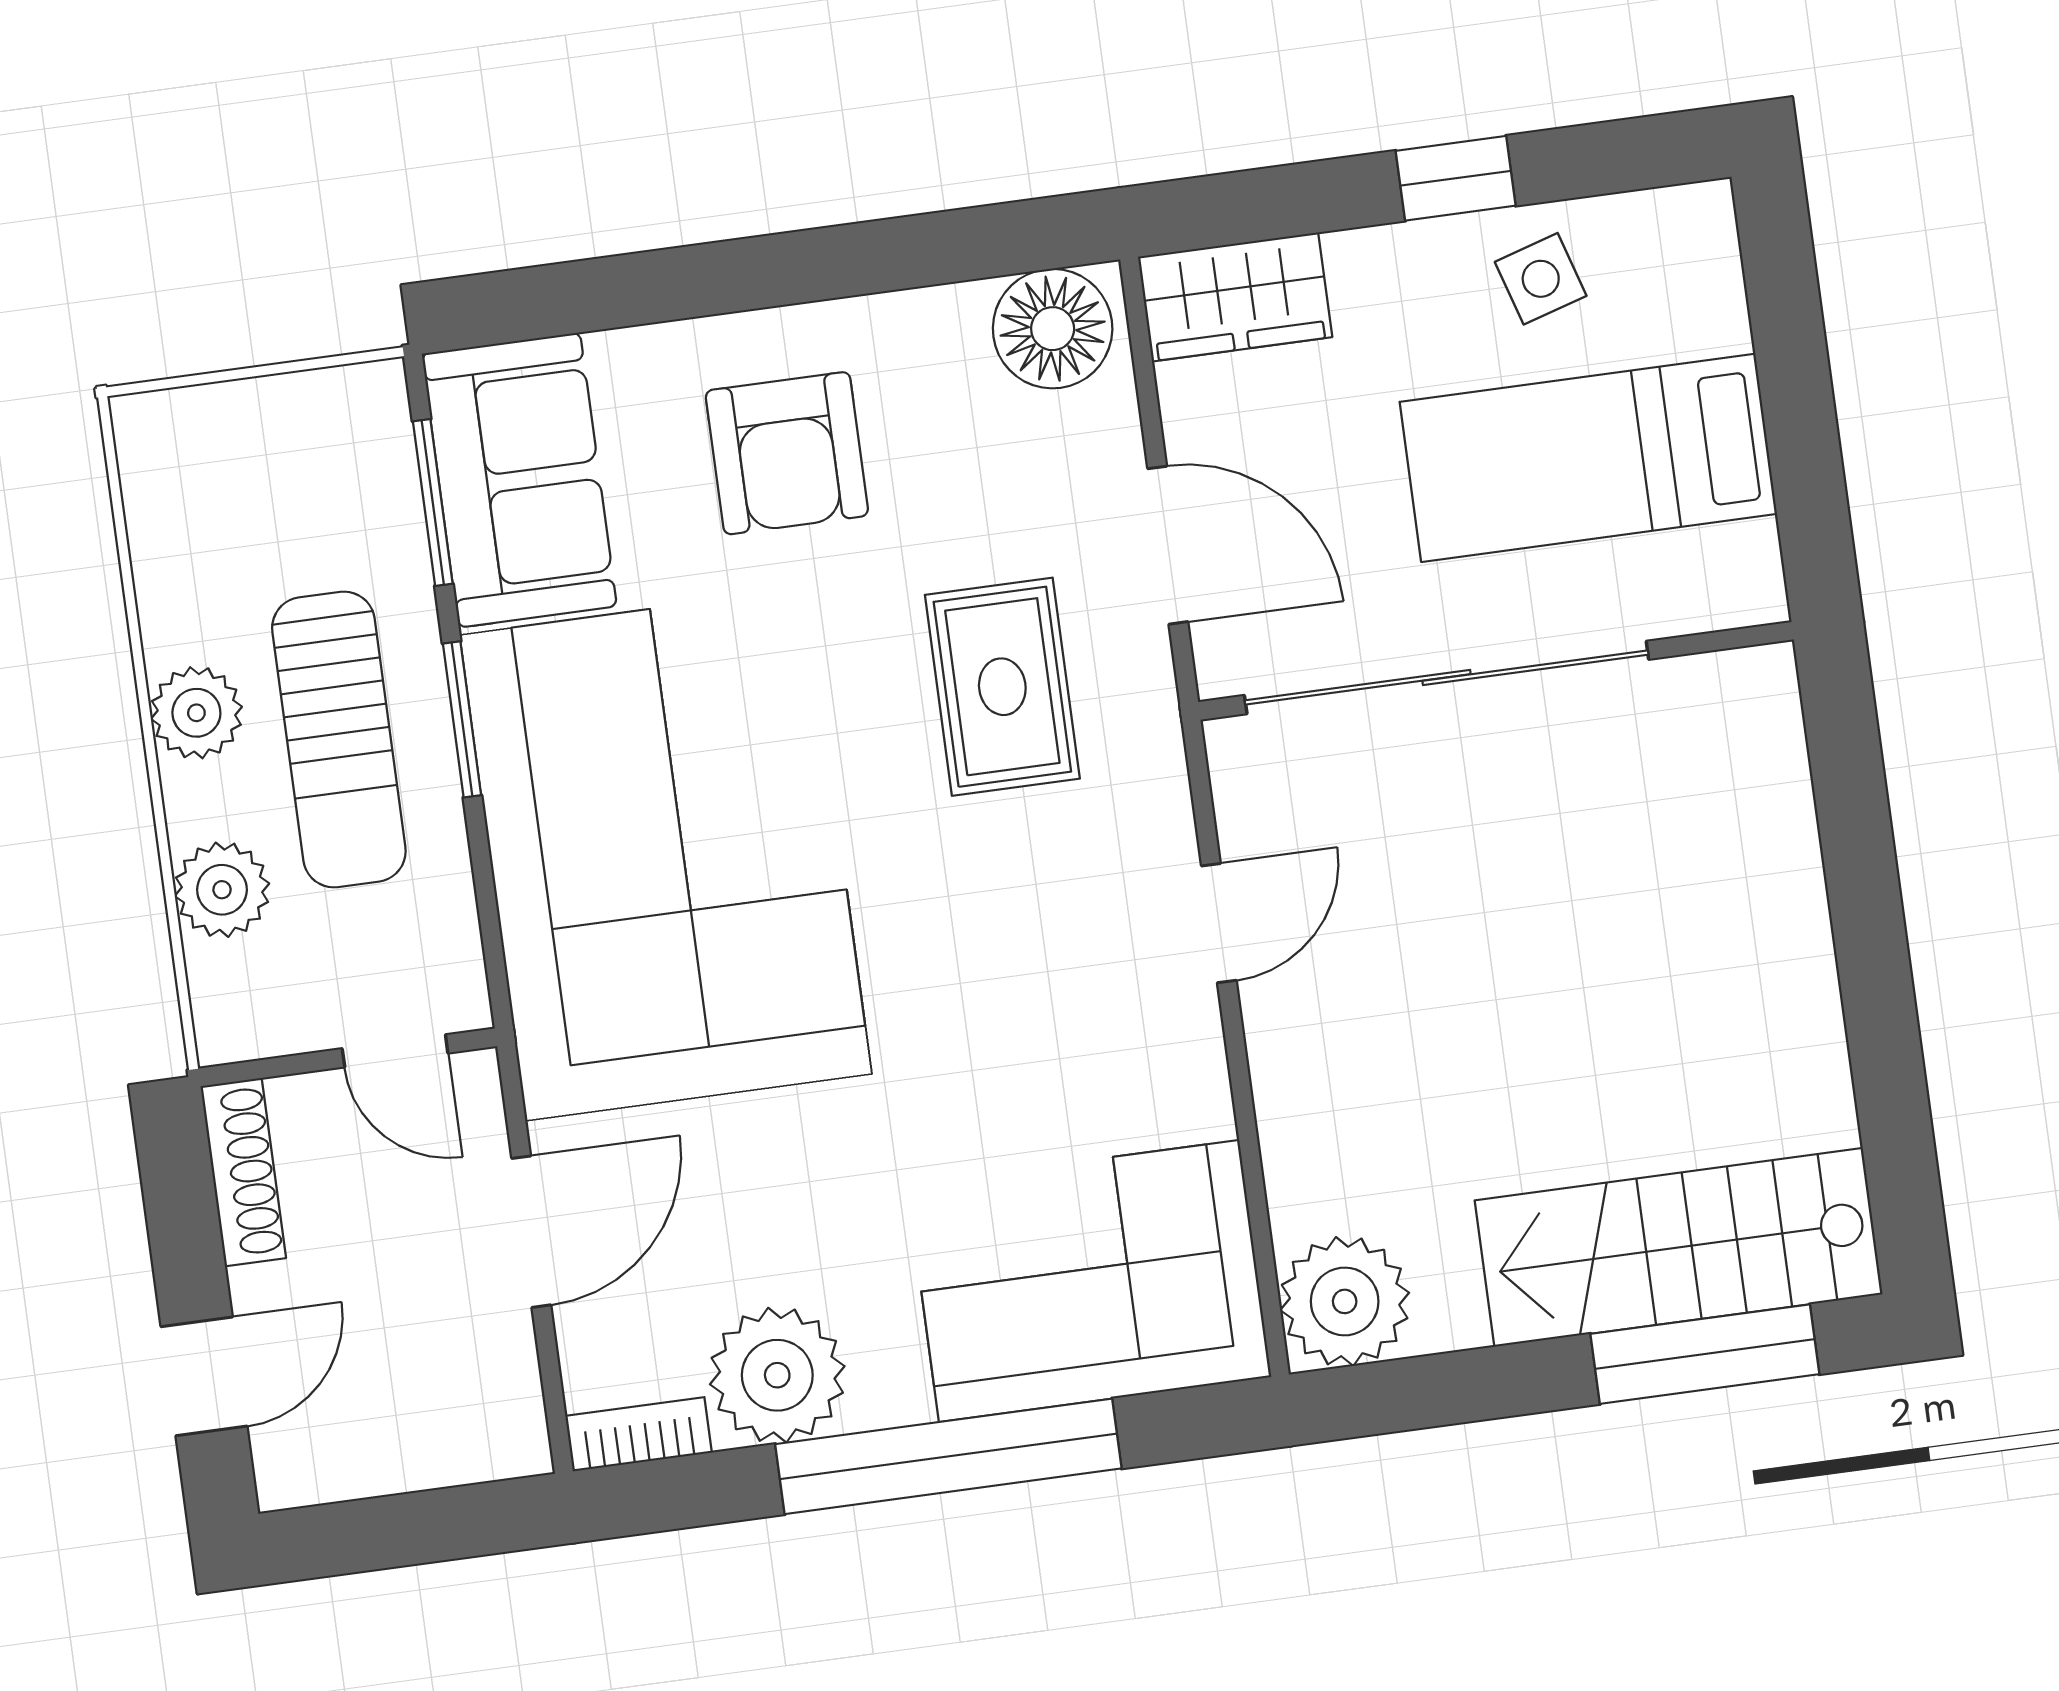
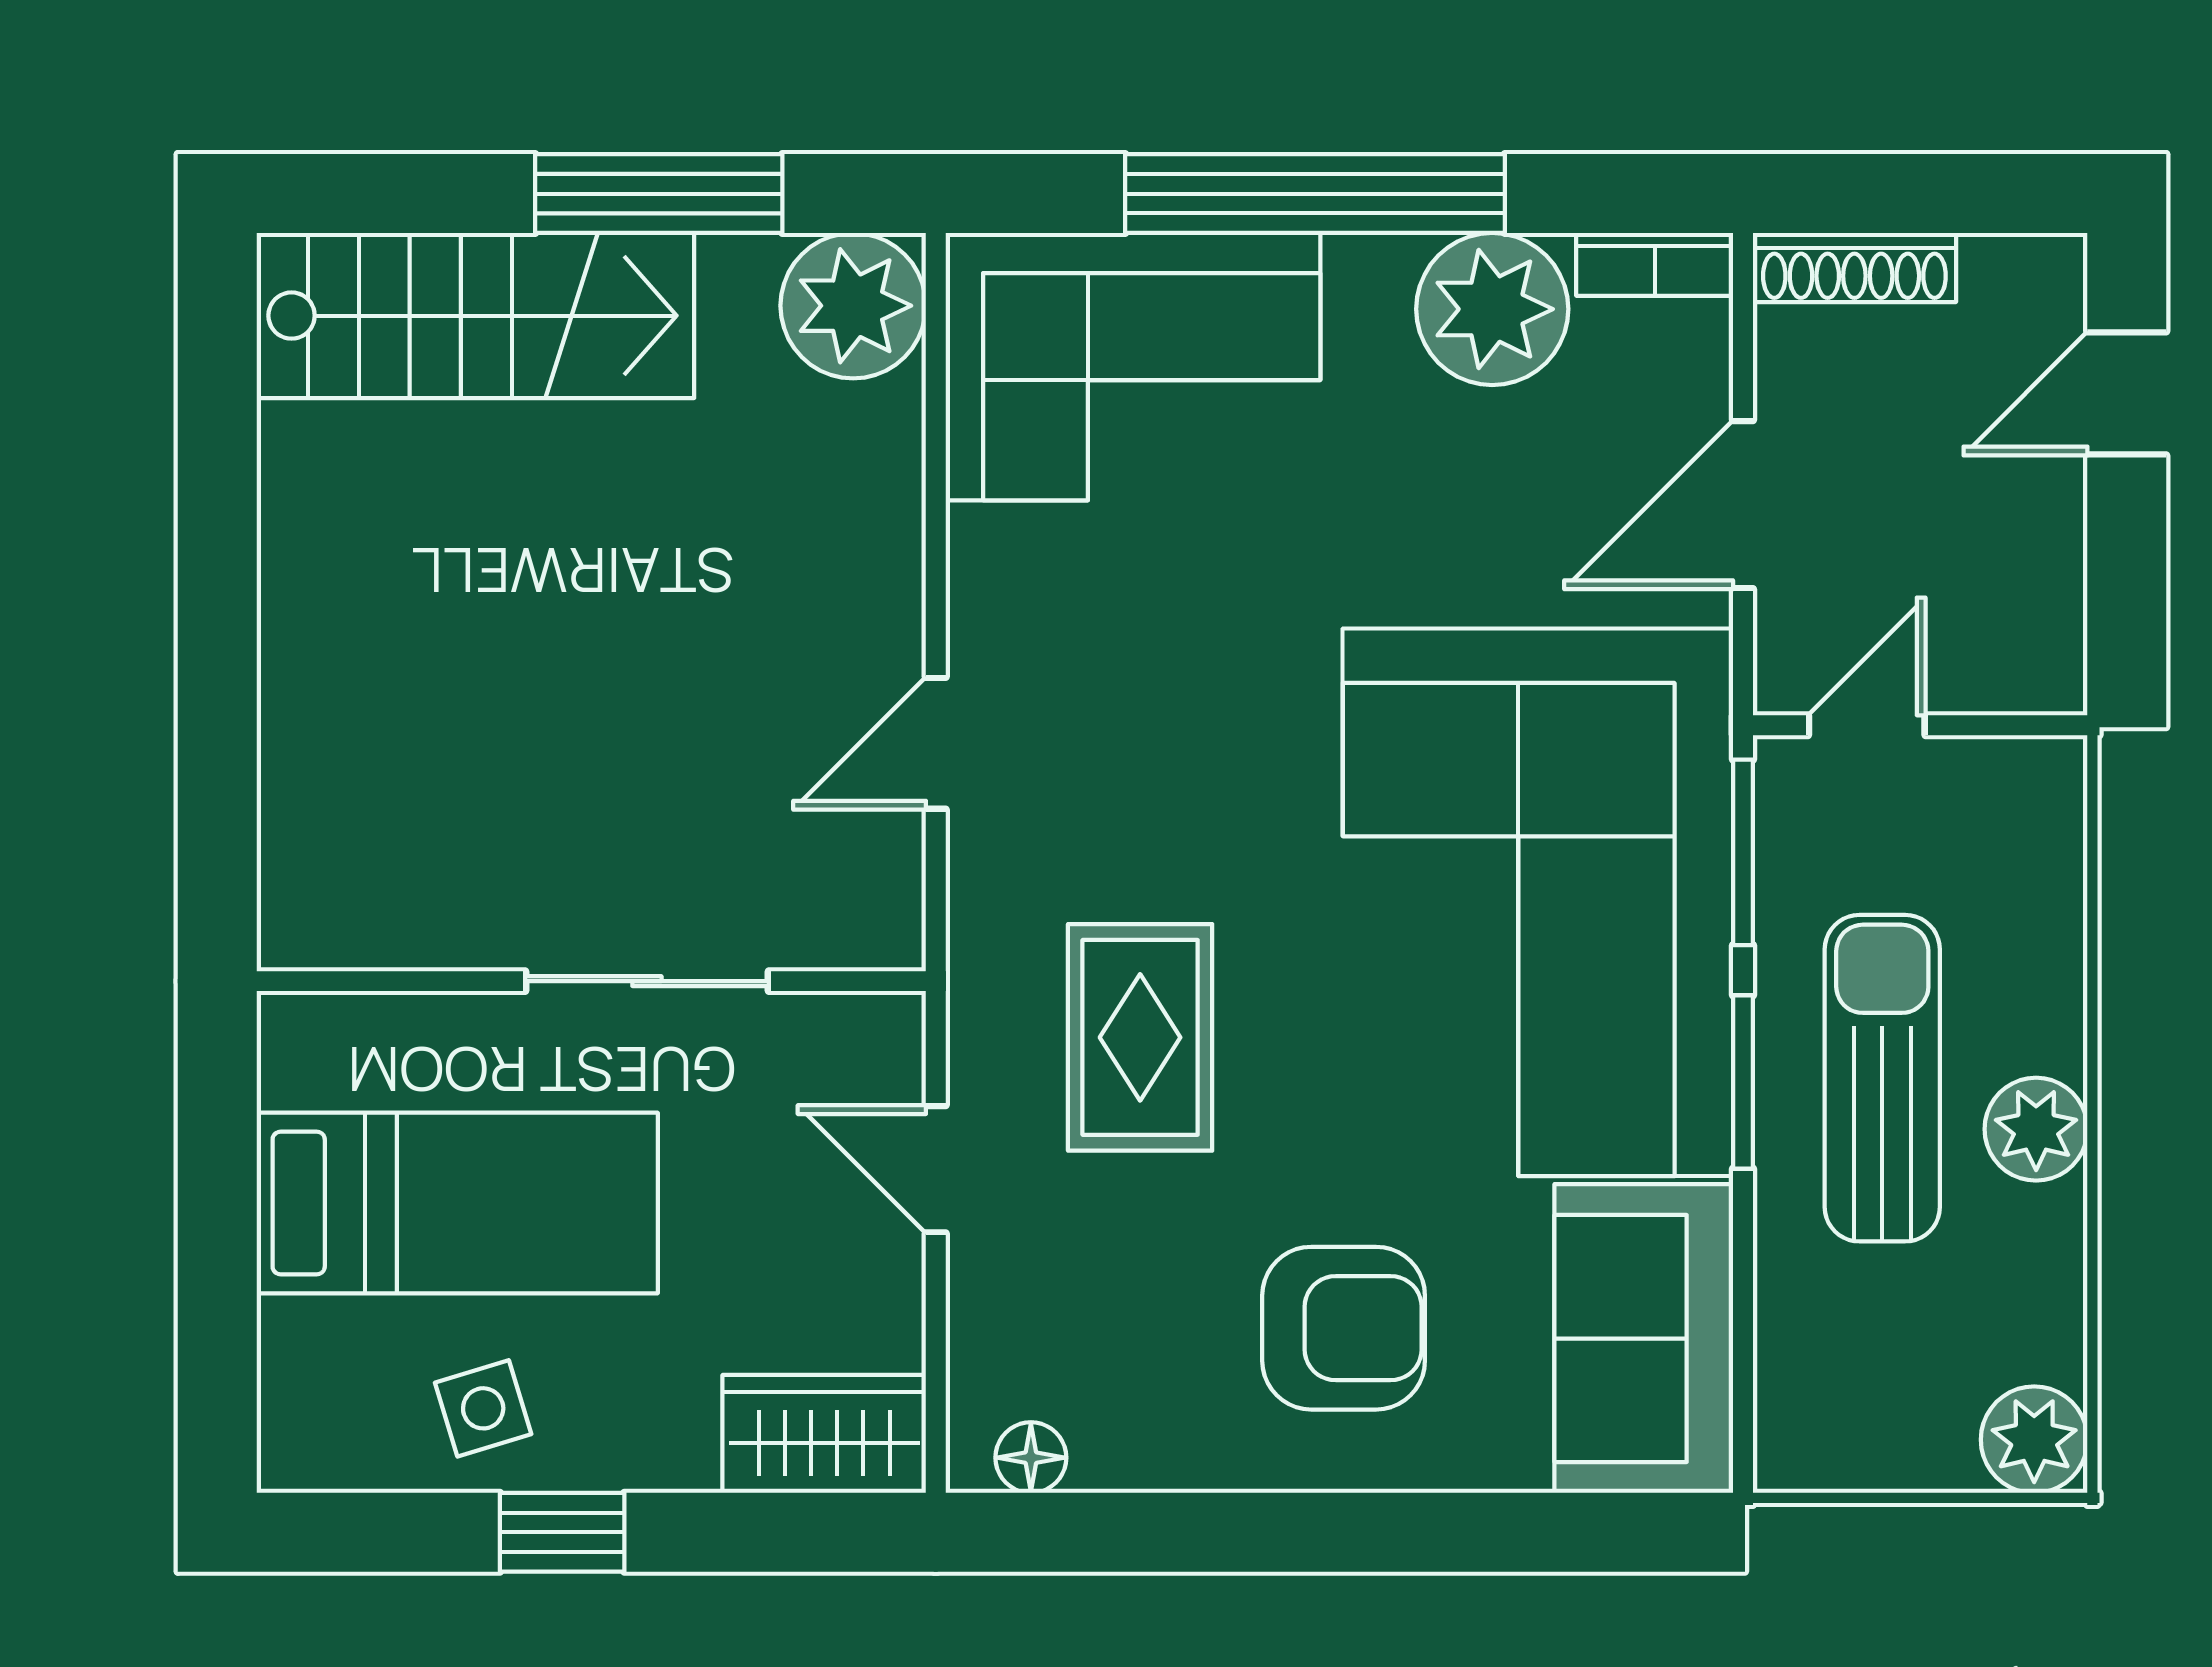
floor lamp: (1053, 329) -> (1031, 1458), width x0.53, depth x0.53
armchair: (787, 453) -> (1344, 1328), turned 90
window: (433, 502) -> (1743, 852), moved
door: (1168, 545) -> (936, 1169), width x0.73
sliding door: (1447, 677) -> (647, 981), width x0.54
plant: (222, 890) -> (2034, 1440), moved
door: (395, 1051) -> (1867, 725), hinge flipped
shoe rack: (243, 1172) -> (1854, 268), moved, turned -90
window: (1705, 1354) -> (659, 194), moved

